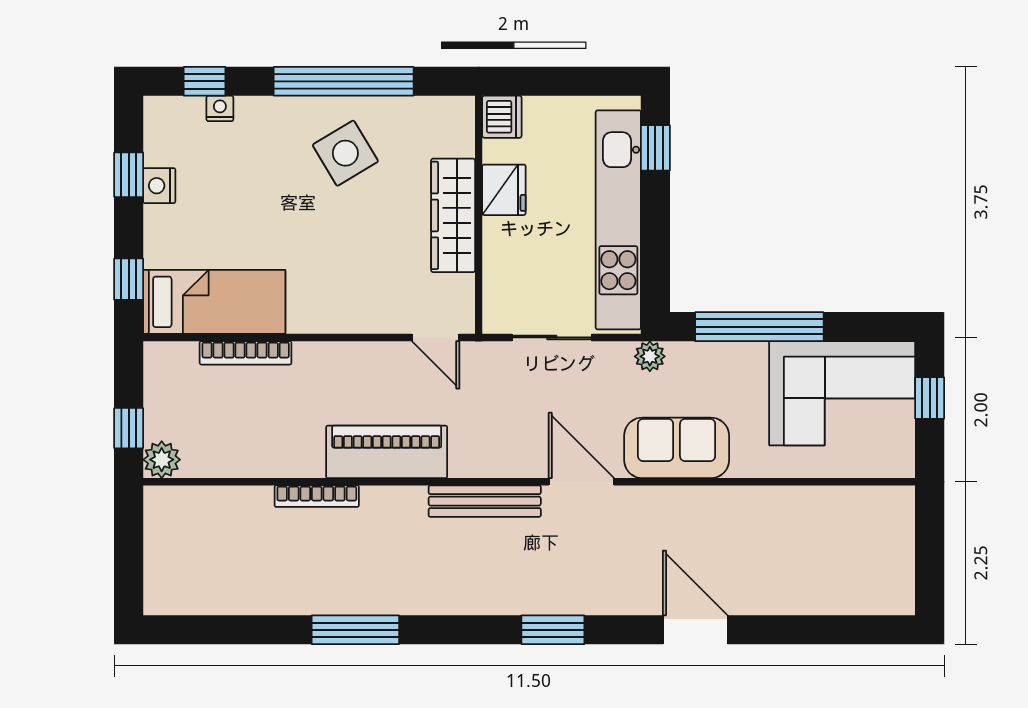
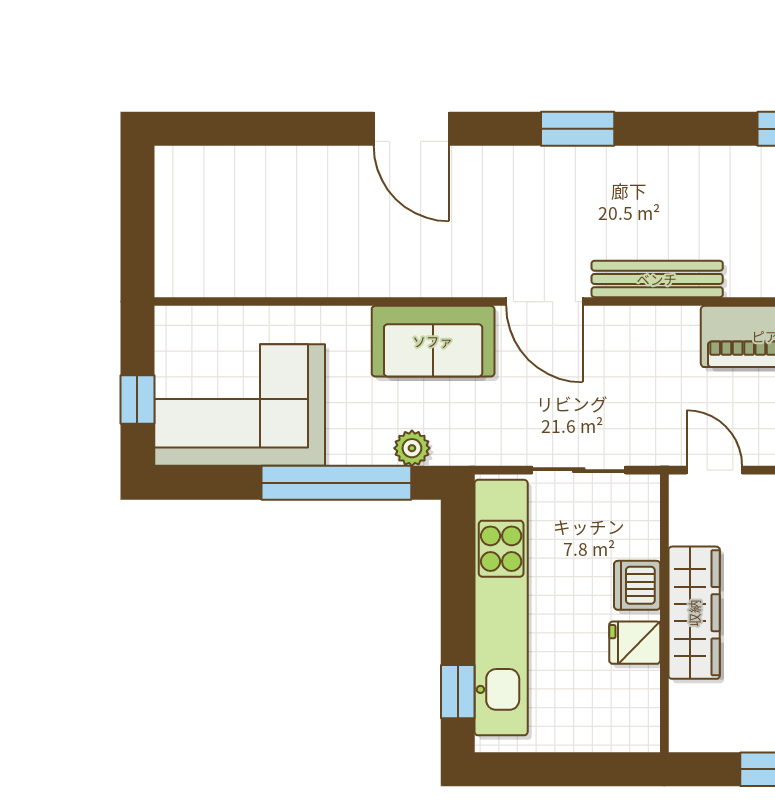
dishwasher: (502, 117) -> (637, 585), moved
fridge: (504, 190) -> (635, 643), width x0.72
plant: (650, 356) -> (412, 448), moved

